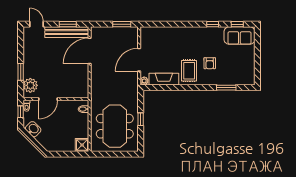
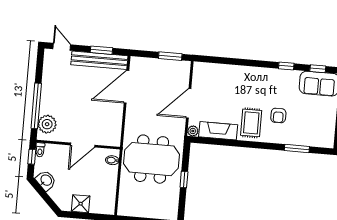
window: (21, 72) -> (36, 106), width x2.11
door: (48, 99) -> (83, 145), moved
meeting table: (115, 126) -> (152, 159), moved, turned 90
shower: (82, 145) -> (81, 204), moved

